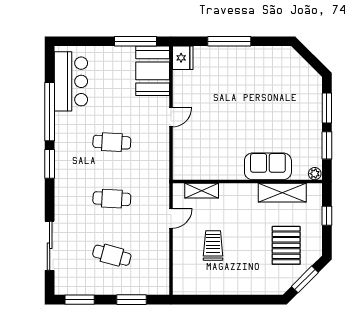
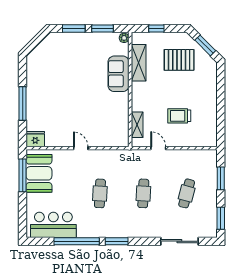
booth: (153, 71) -> (39, 173), moved, turned 90

